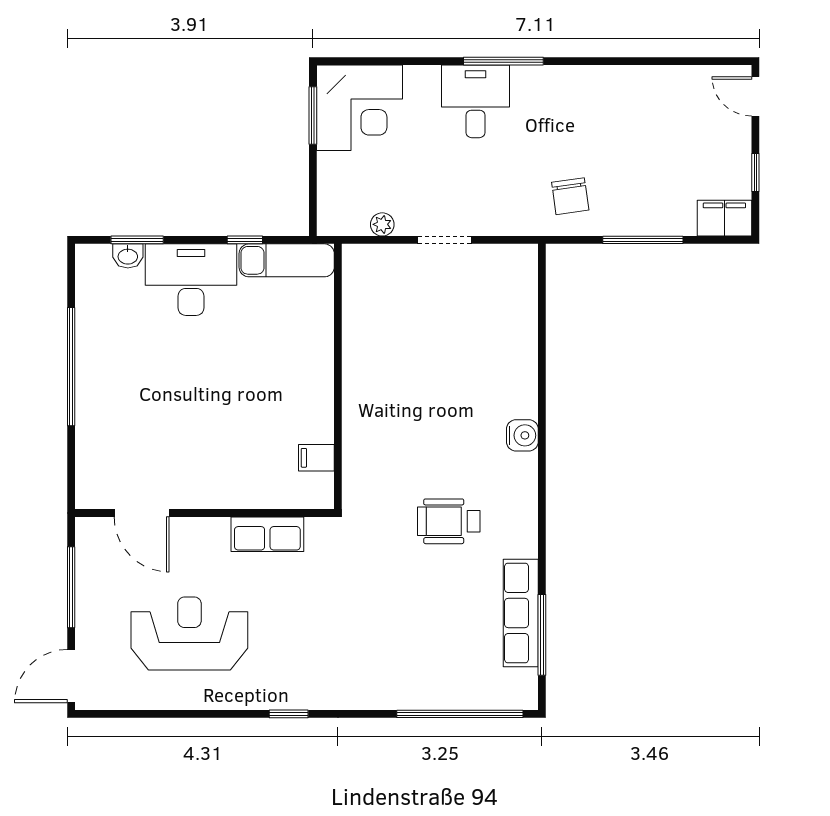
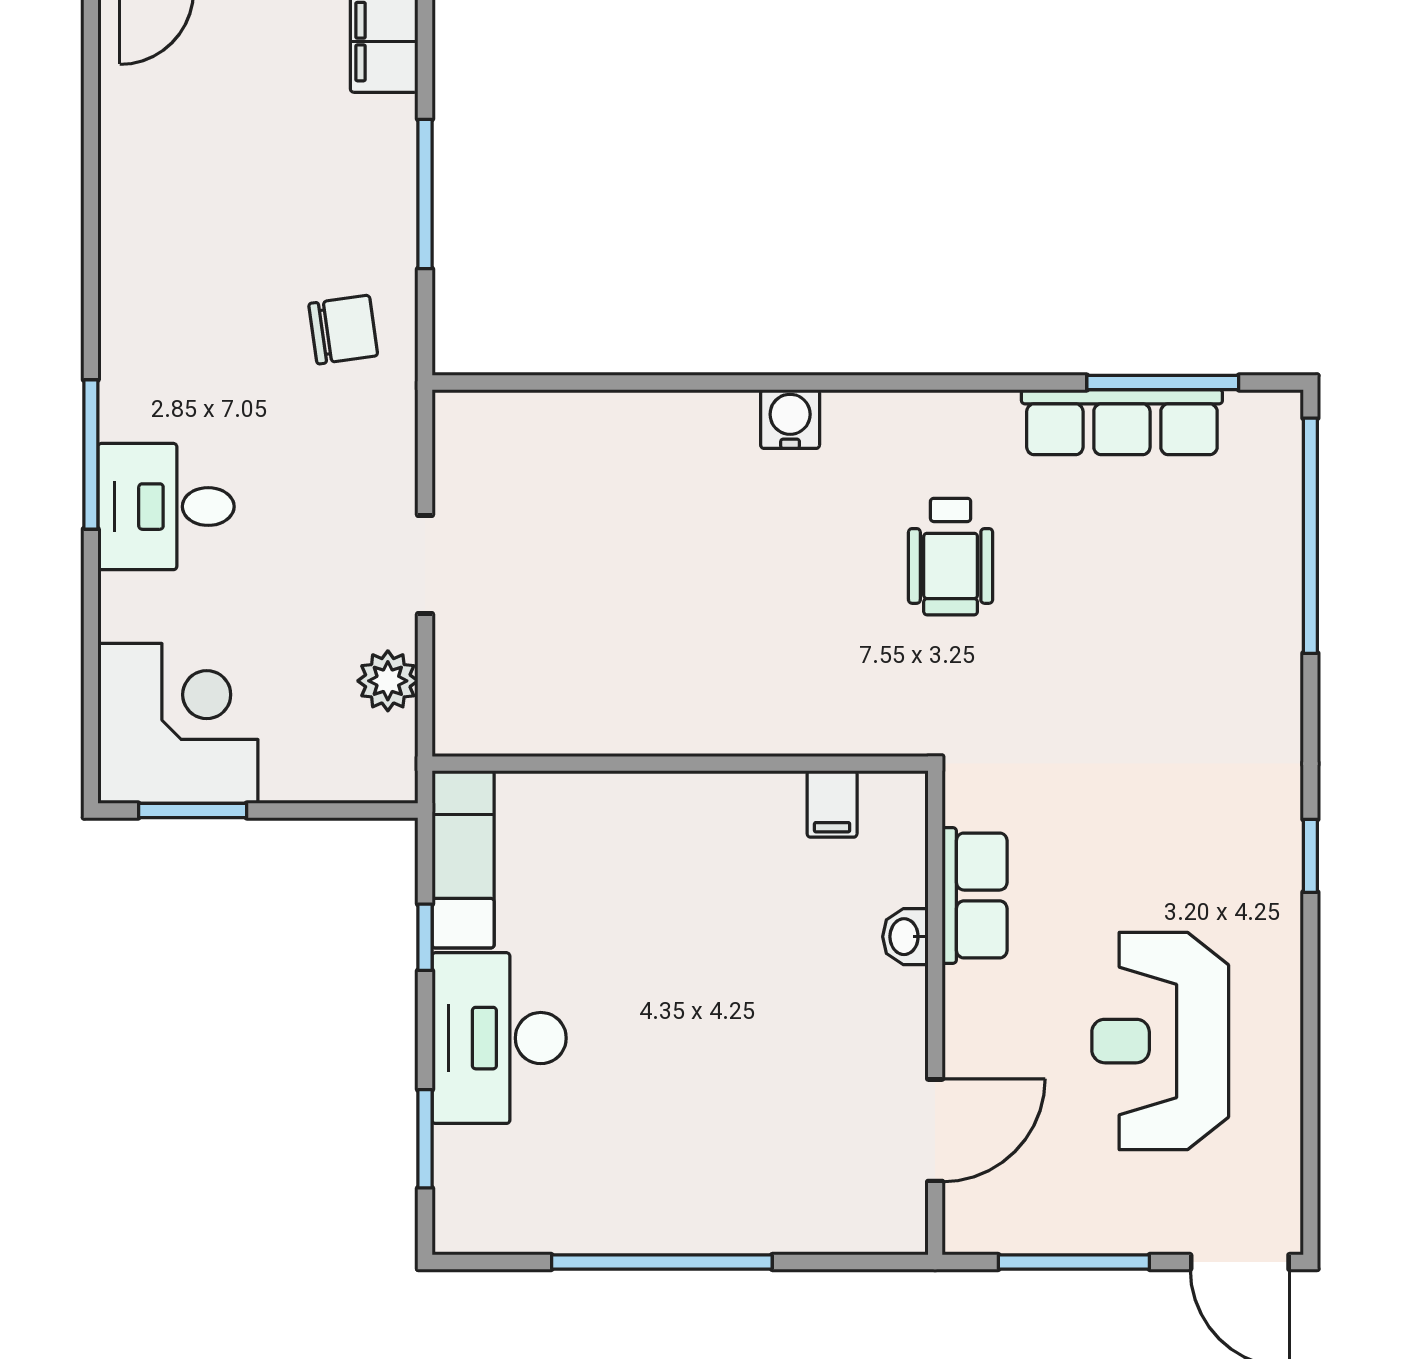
plant: (382, 224) -> (388, 681), width x1.38, depth x1.38
washbasin: (128, 256) -> (905, 937), moved, turned 180

